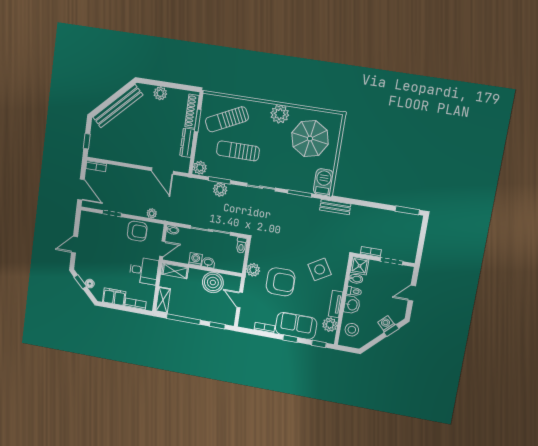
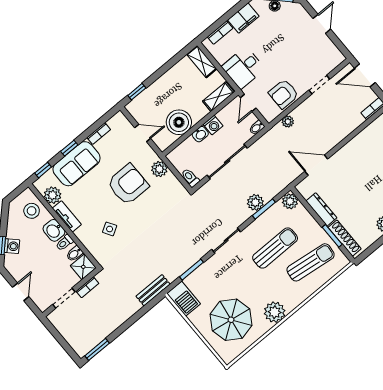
sun lounger: (227, 119) -> (311, 262), turned 33
side table: (320, 269) -> (110, 229), width x0.54, depth x0.54
armchair: (281, 282) -> (128, 184), turned 180
window: (183, 319) -> (169, 65), removed

